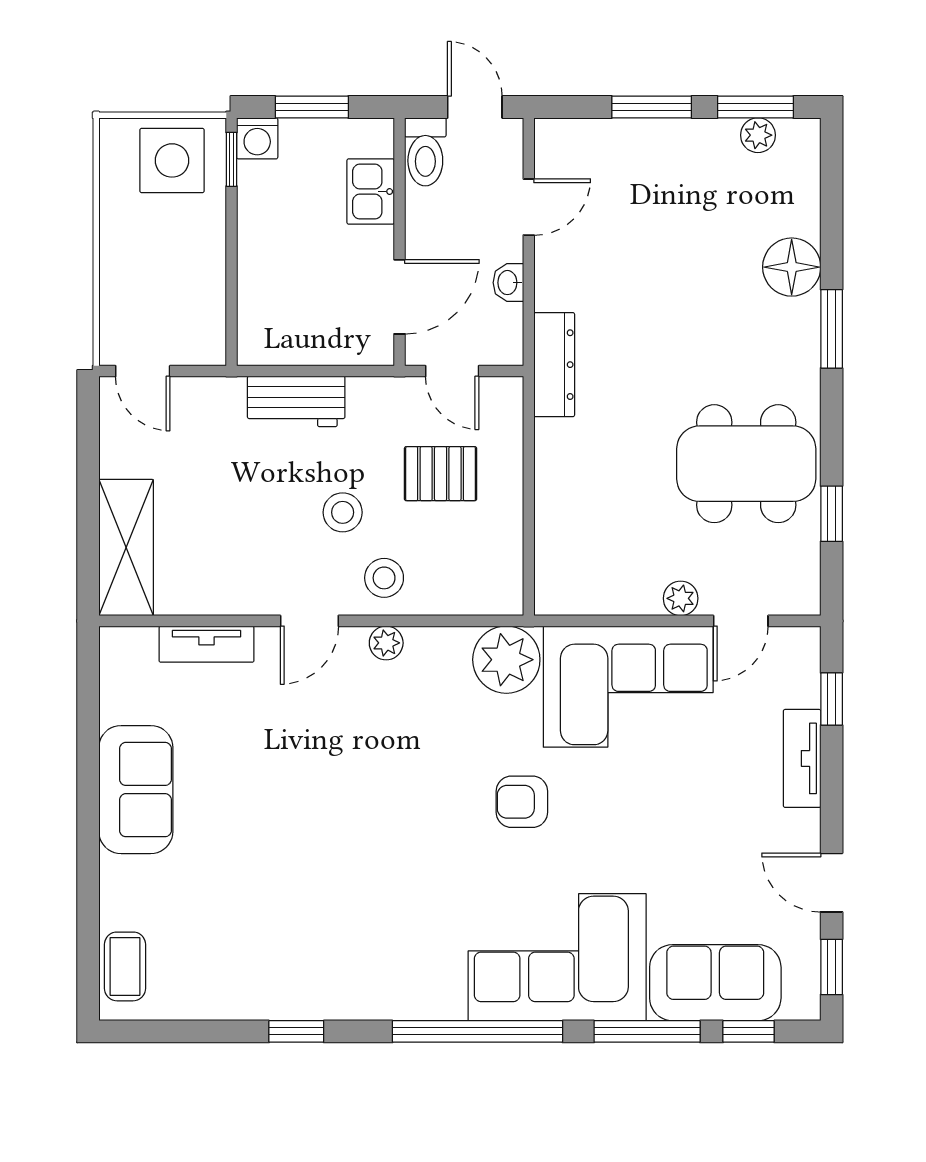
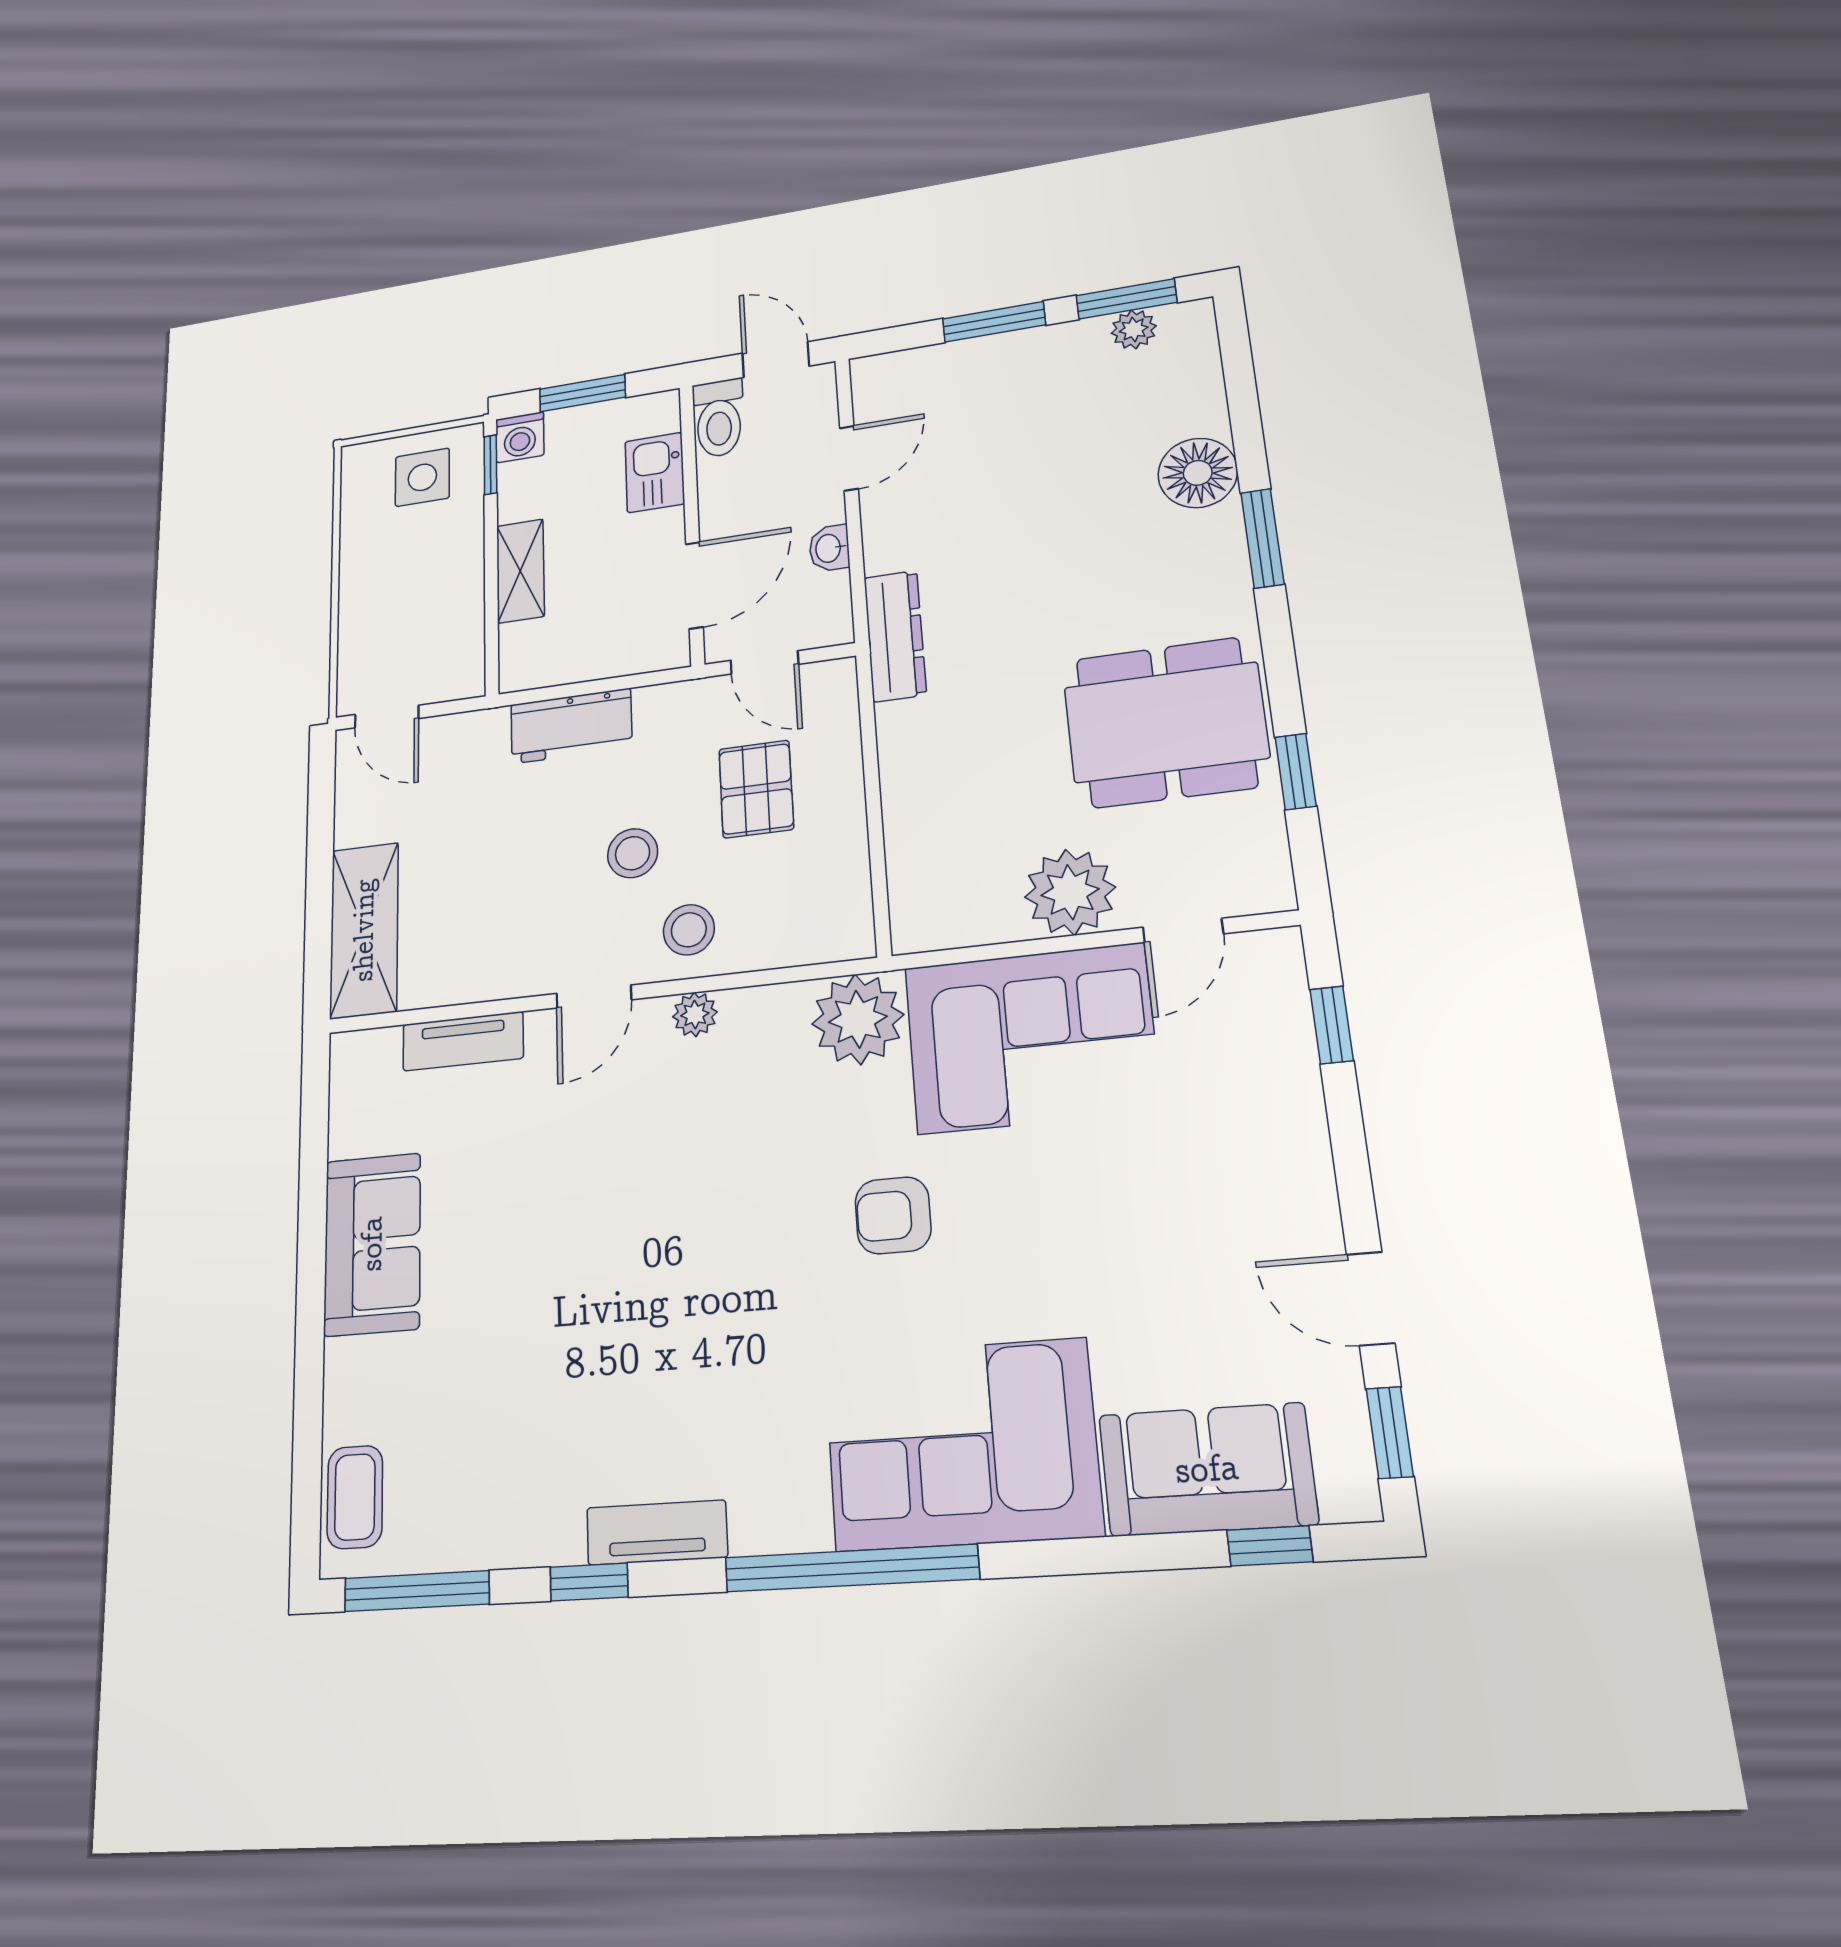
side table: (172, 160) -> (422, 477), width x0.73, depth x0.73
shelving: (256, 261) -> (520, 571), added
pallet: (441, 474) -> (756, 789), turned 90
plant: (681, 598) -> (1070, 892), width x1.88, depth x1.88
tv unit: (802, 758) -> (657, 1532), moved, turned 90
window: (647, 1031) -> (417, 1591), moved

